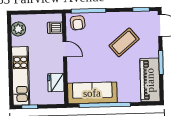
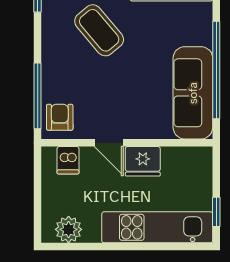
armchair: (78, 23) -> (60, 117), turned -84
door: (65, 49) -> (109, 143), swing flipped
fridge: (56, 83) -> (143, 161), moved

